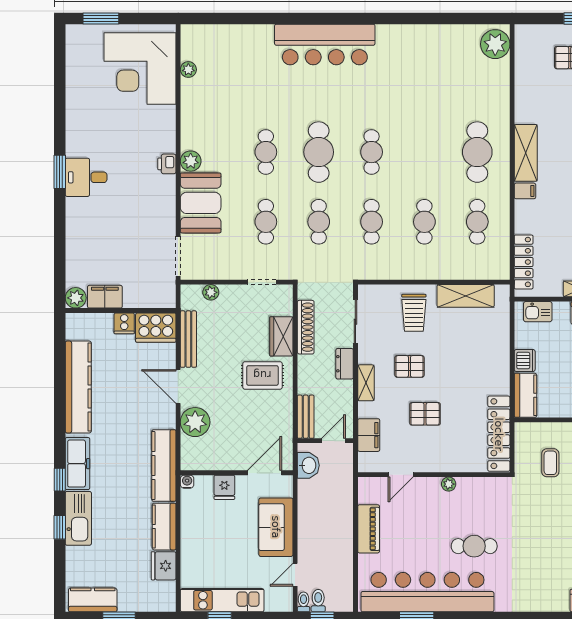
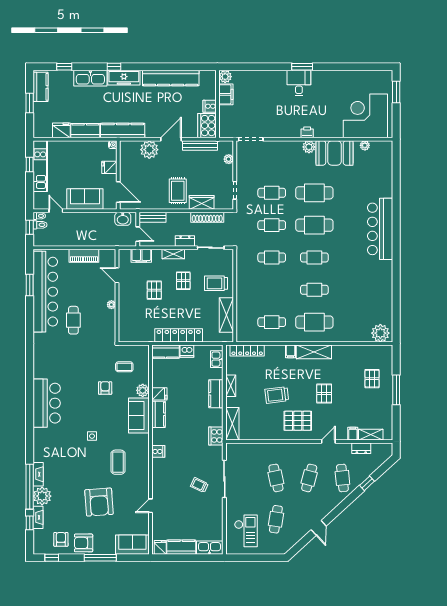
cafe table: (266, 152) -> (314, 193), width x1.37, depth x1.35
booth: (201, 203) -> (334, 153), moved
cafe table: (424, 222) -> (314, 290), moved
locker: (499, 434) -> (179, 335), moved
window: (60, 527) -> (64, 67), moved

